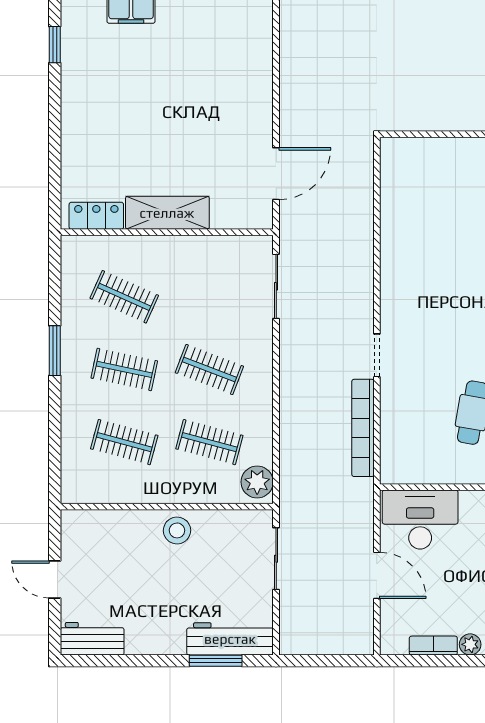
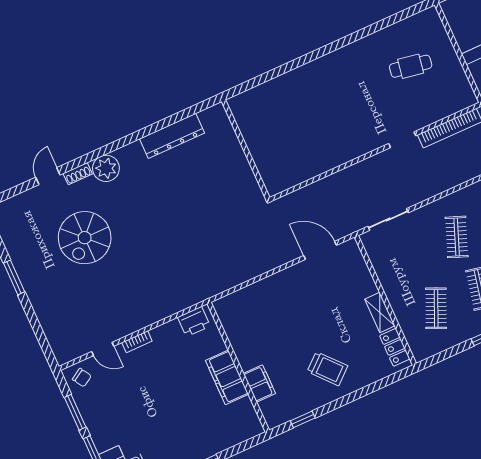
trolley: (109, 110) -> (327, 369), added
shelving: (167, 213) -> (380, 312), width x0.67, depth x0.75

